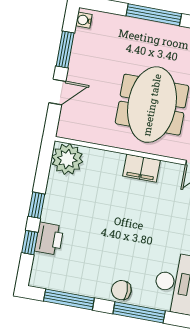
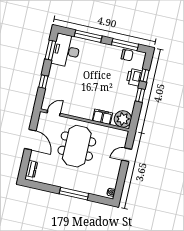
window: (65, 50) -> (122, 177), removed
filing cabinet: (142, 168) -> (102, 117), moved
chair: (121, 290) -> (127, 55), moved

